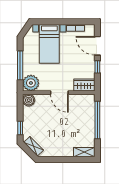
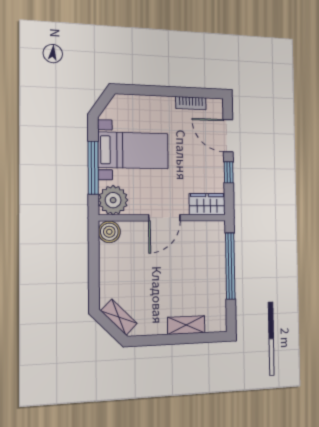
bed with nightstands: (49, 44) -> (133, 150), moved, turned -90
door: (59, 93) -> (164, 218), hinge flipped
window: (20, 128) -> (94, 284), removed
shelving: (84, 152) -> (186, 325), moved

